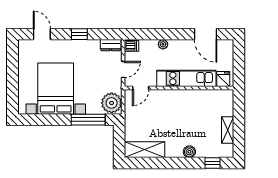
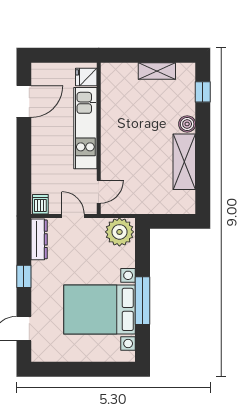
plant: (163, 44) -> (38, 161), removed
dresser: (111, 45) -> (39, 239), width x1.44
door: (141, 88) -> (99, 192), hinge flipped
window: (88, 120) -> (143, 301), moved
shelving: (144, 150) -> (184, 162), moved

